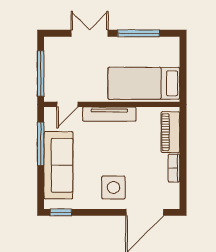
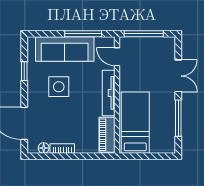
piano: (170, 132) -> (107, 135), moved, turned -90
side table: (113, 188) -> (59, 87), moved
floor lamp: (173, 190) -> (44, 148), added
window: (61, 212) -> (24, 71), moved

